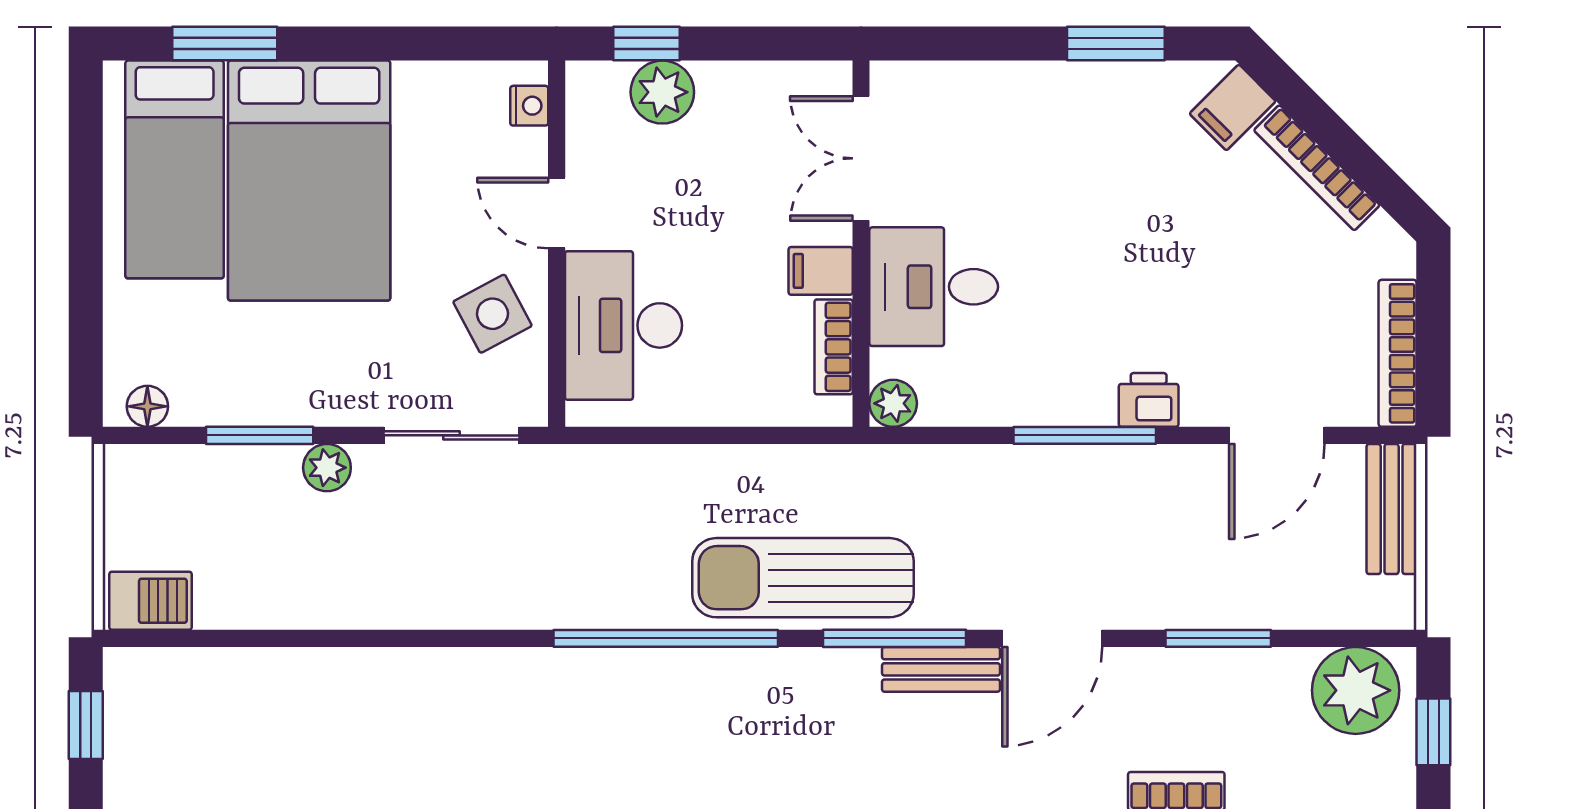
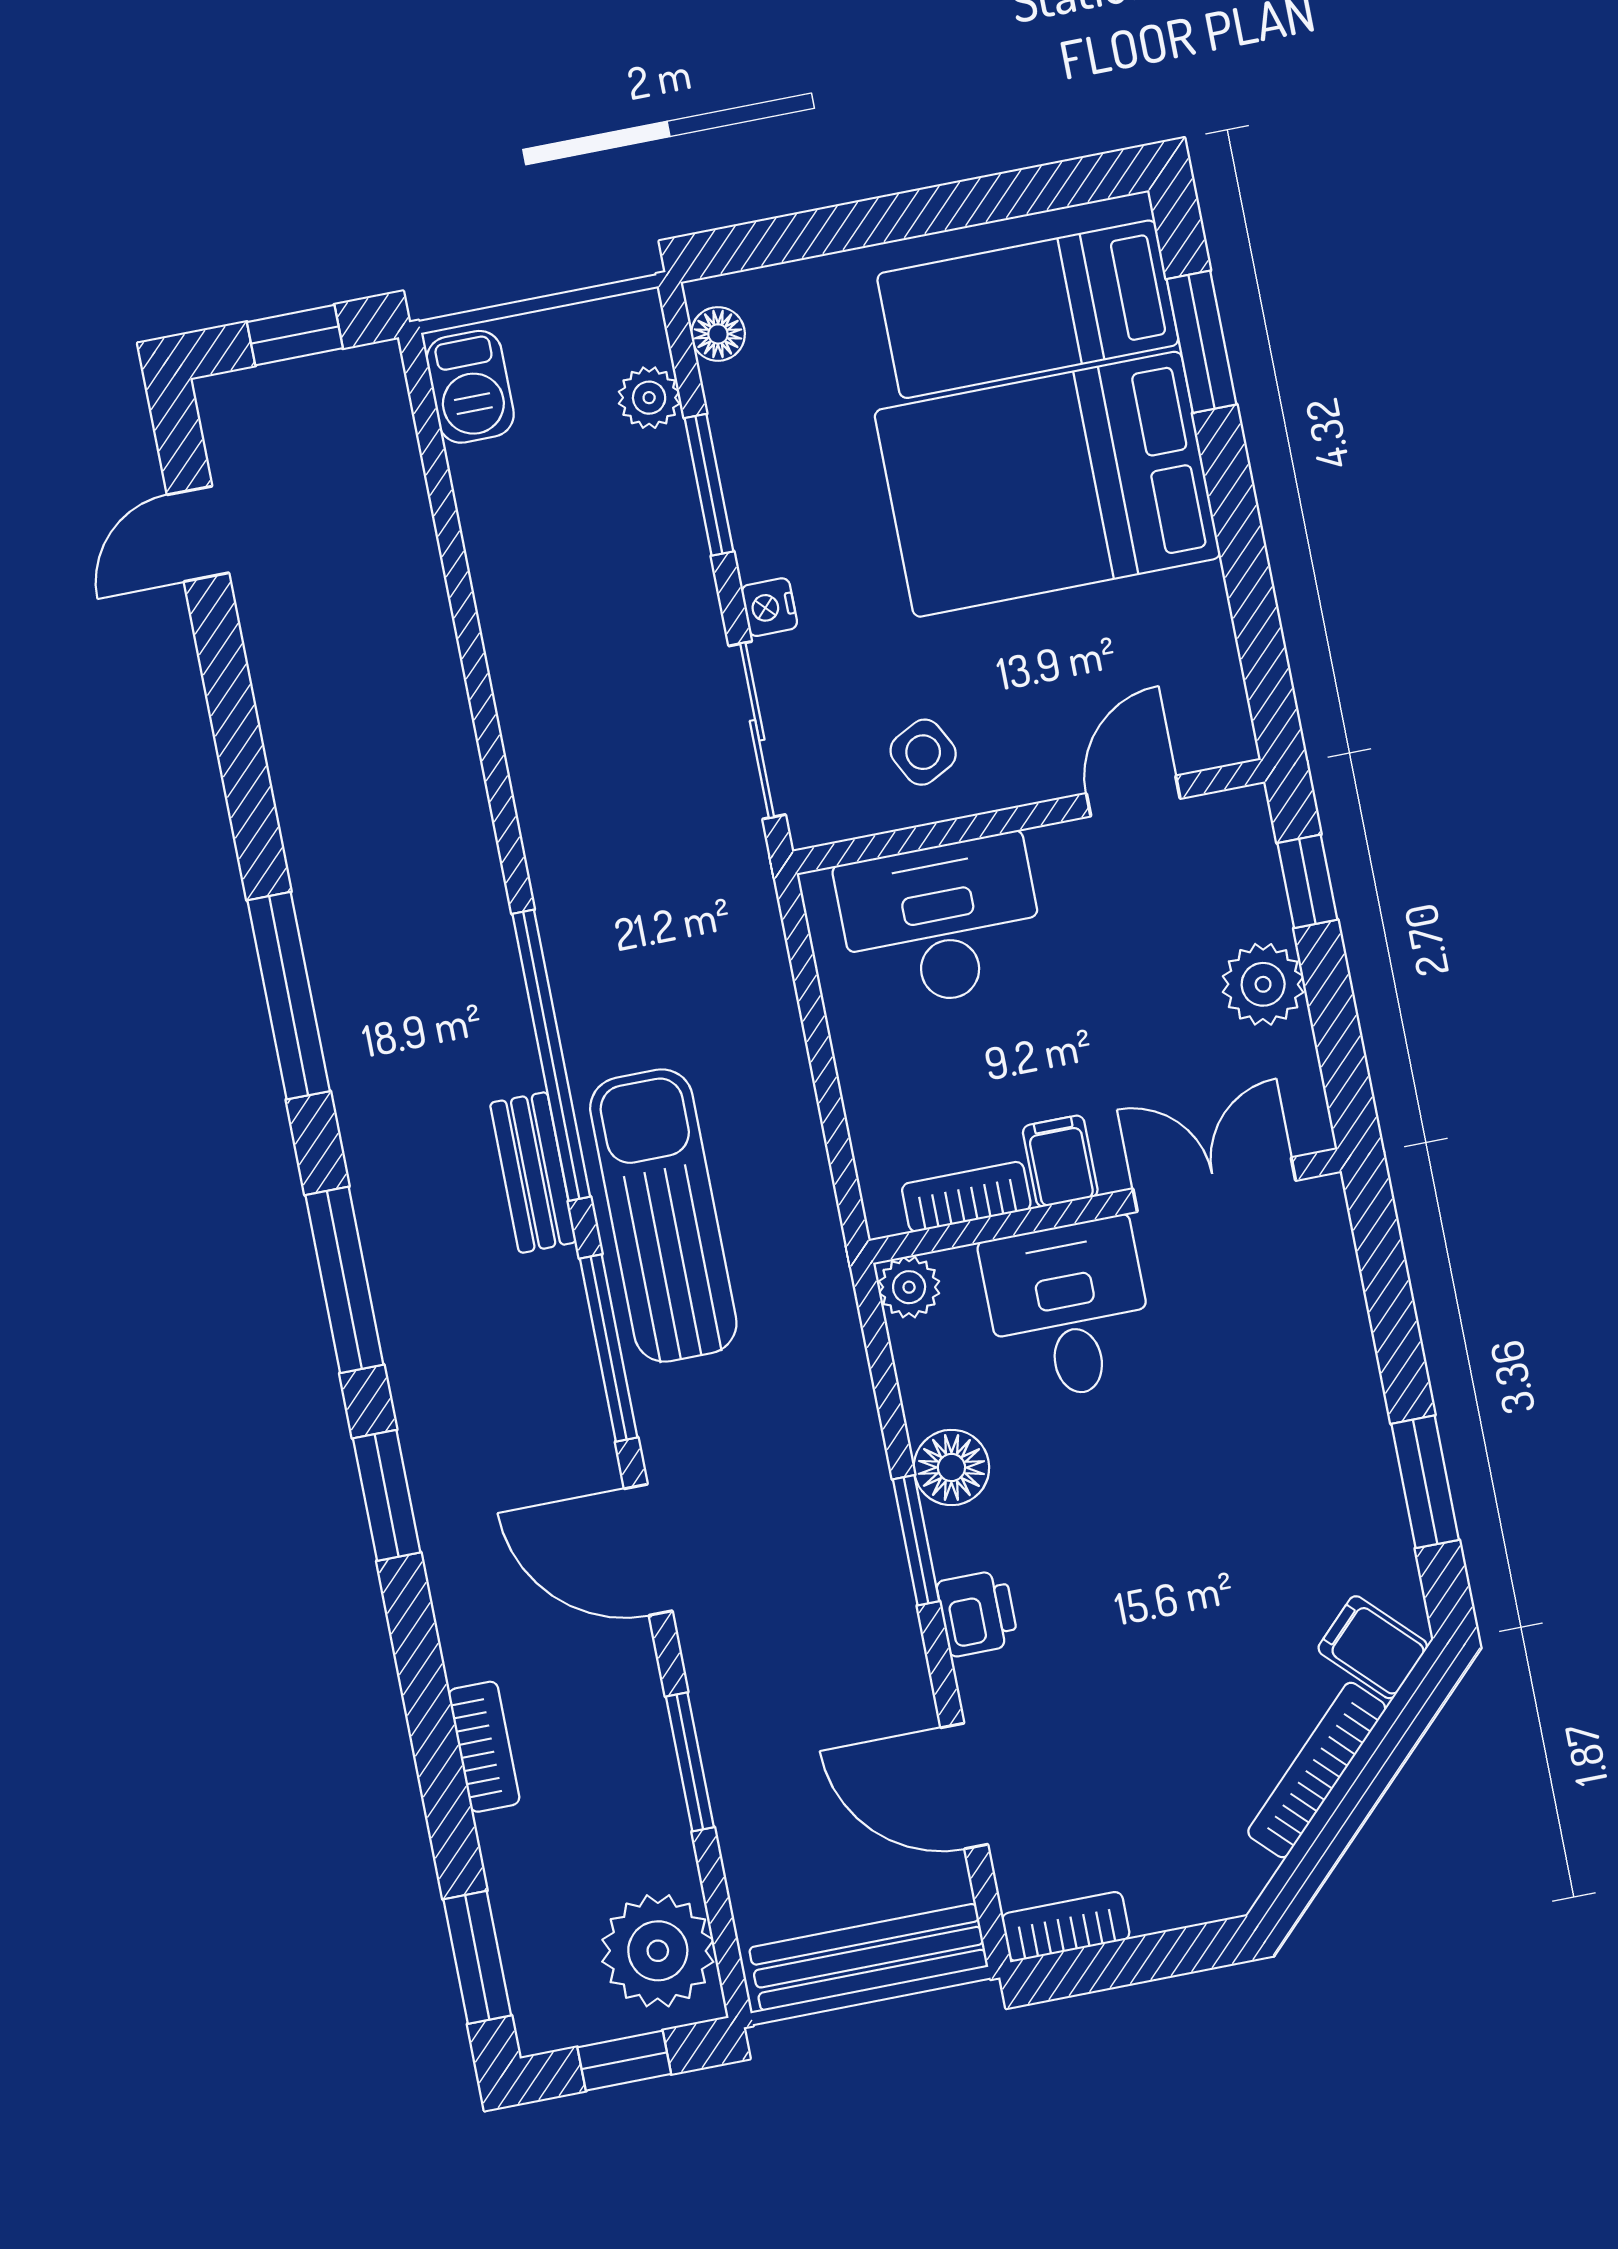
plant: (662, 92) -> (1263, 984), moved
nightstand: (529, 106) -> (769, 607), moved, turned 90
door: (557, 213) -> (1133, 796), moved
side table: (492, 314) -> (923, 752), width x0.73, depth x0.73
bookcase: (1398, 353) -> (1066, 1927), width x0.64
floor lamp: (1035, 398) -> (951, 1467), added
window: (1085, 435) -> (916, 1540), width x0.69
plant: (327, 468) -> (649, 398), moved
bench: (1392, 509) -> (869, 1957), width x1.36
bench: (941, 669) -> (533, 1173), moved

